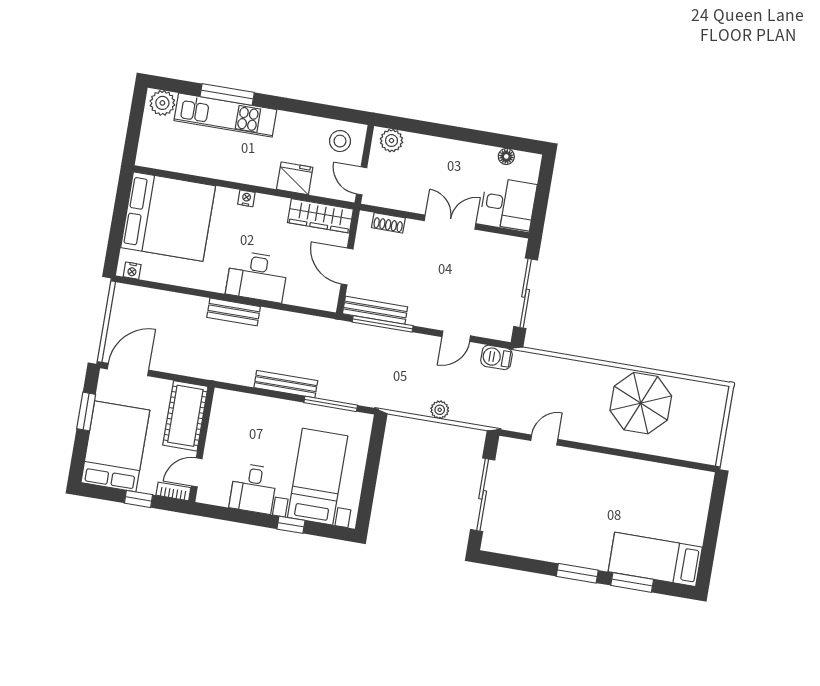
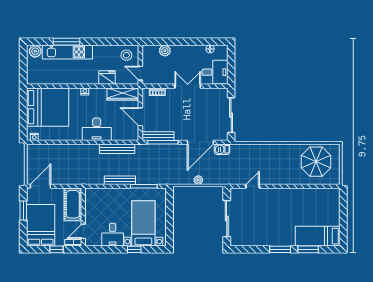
plant: (391, 141) -> (165, 51), moved
bench: (234, 312) -> (117, 149), moved, width x1.36
door: (456, 336) -> (200, 142), width x1.88
parasol: (641, 403) -> (316, 162), moved

